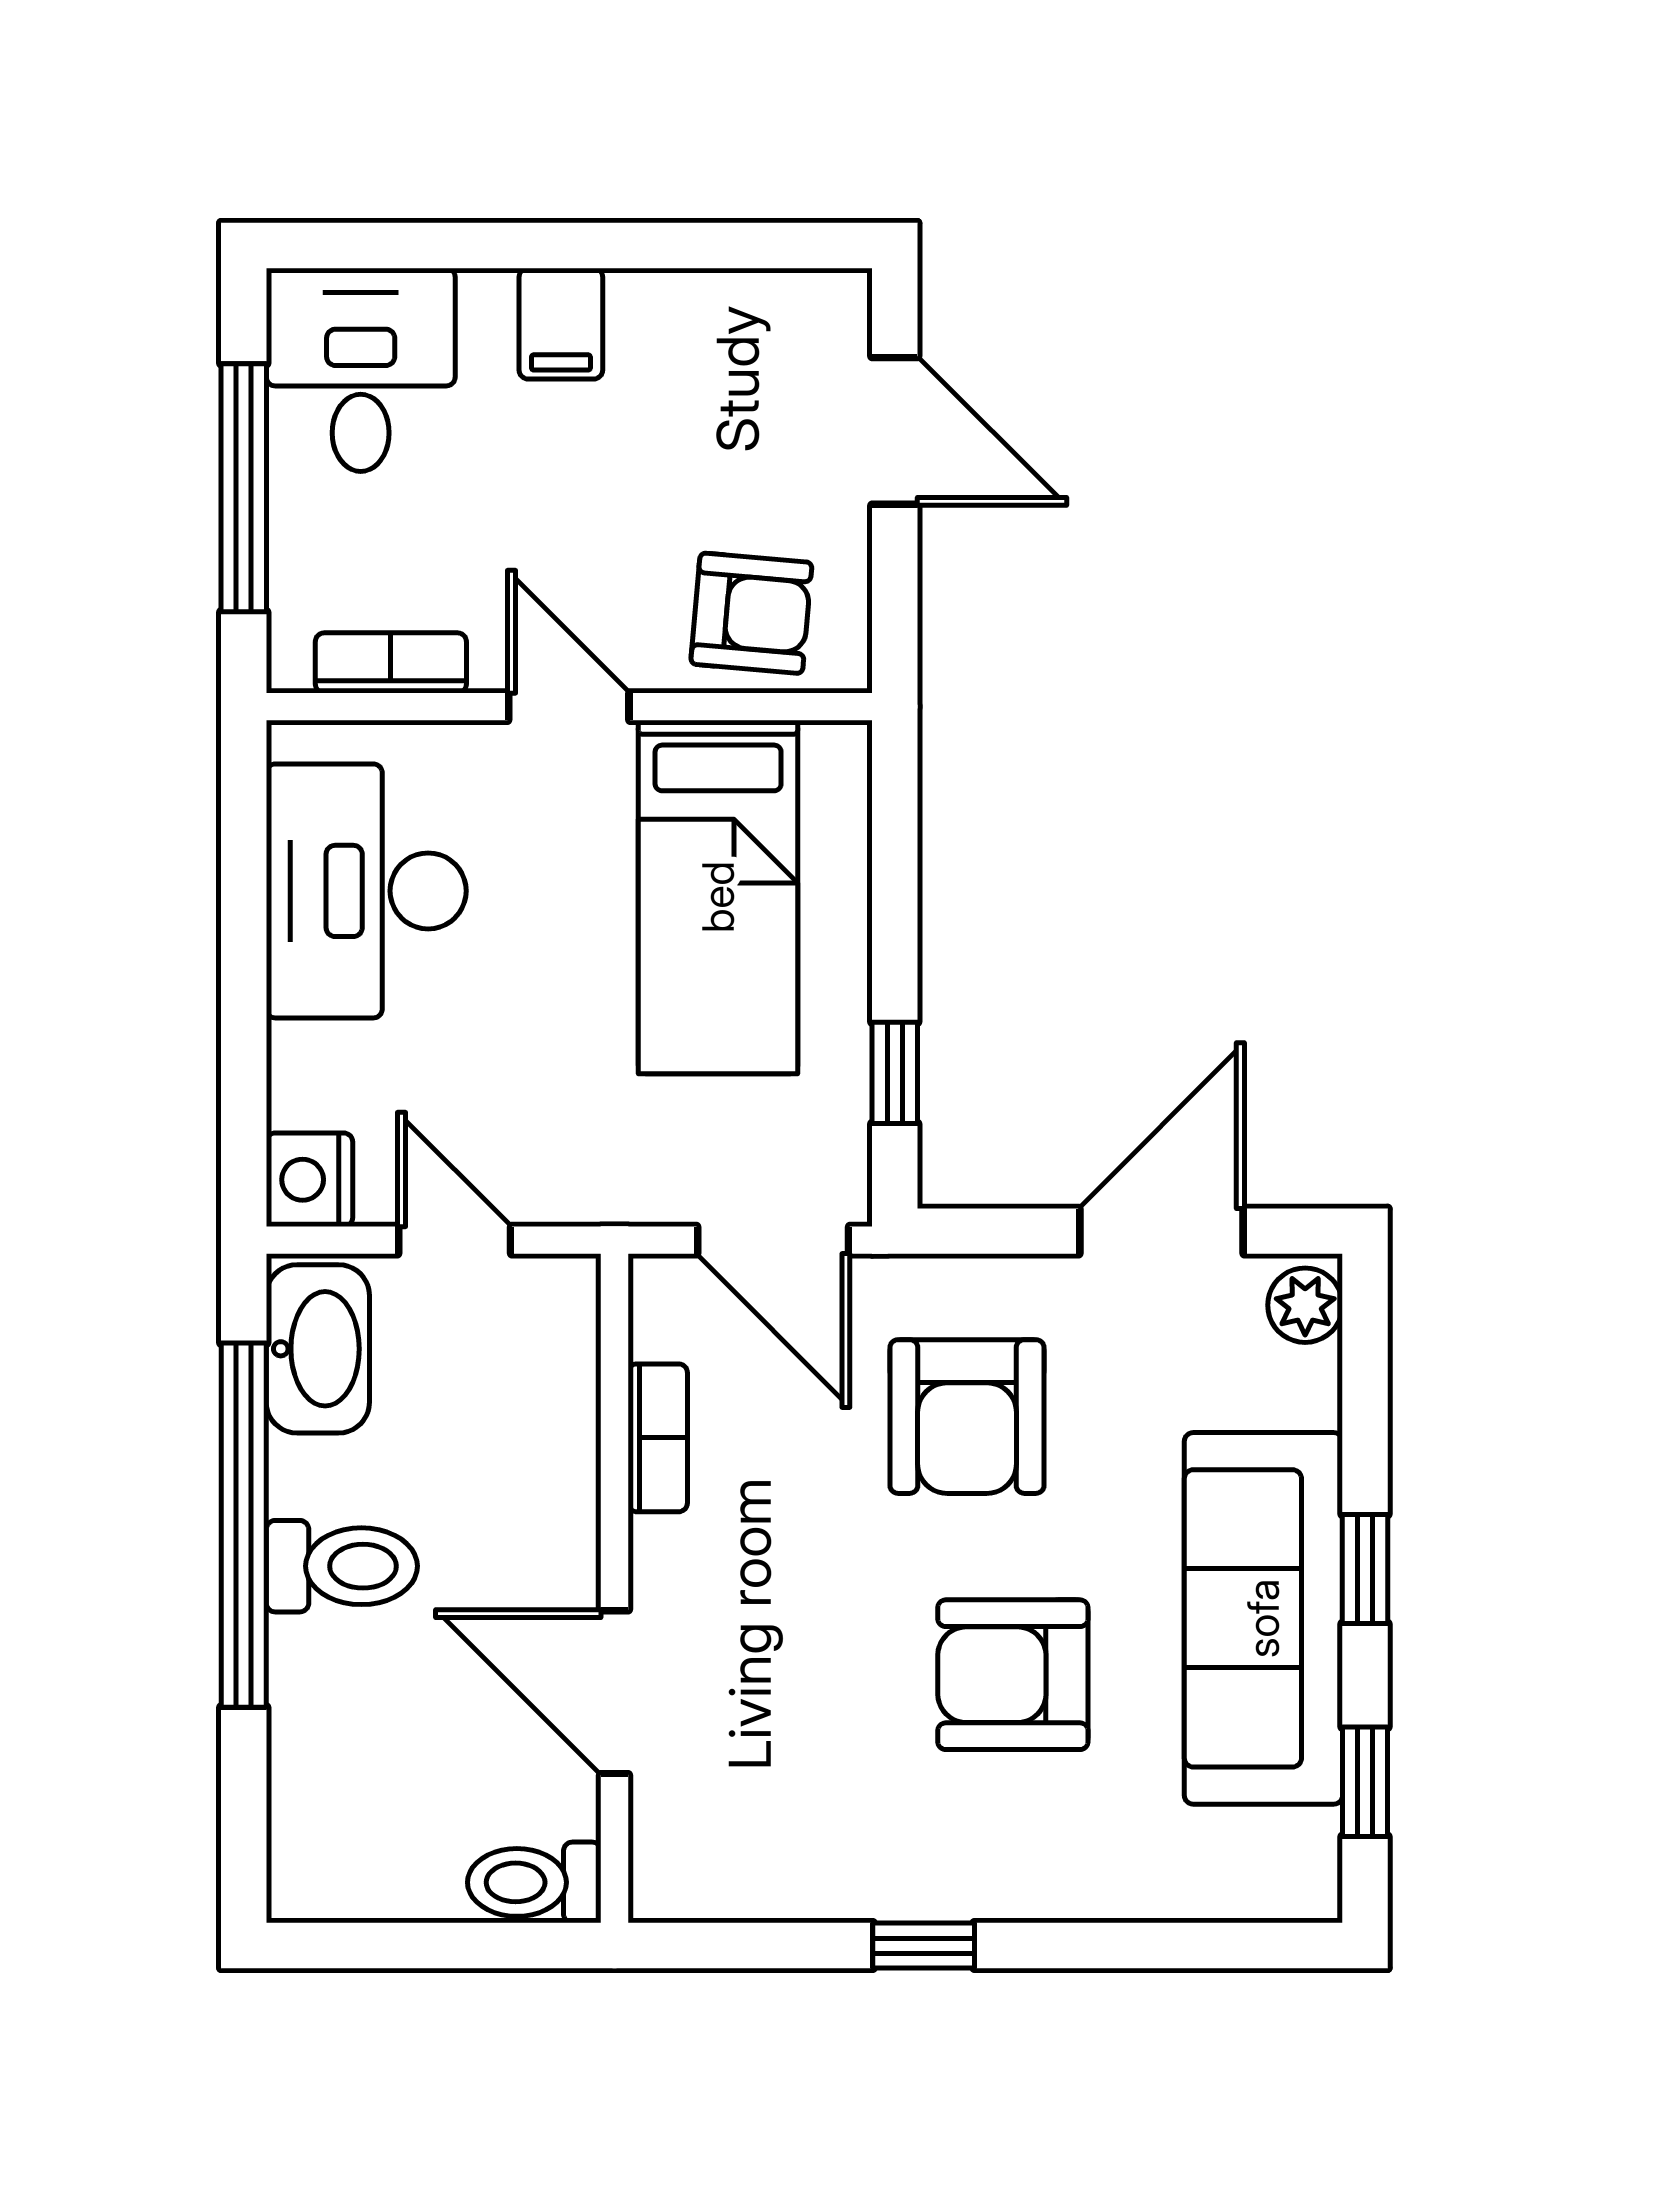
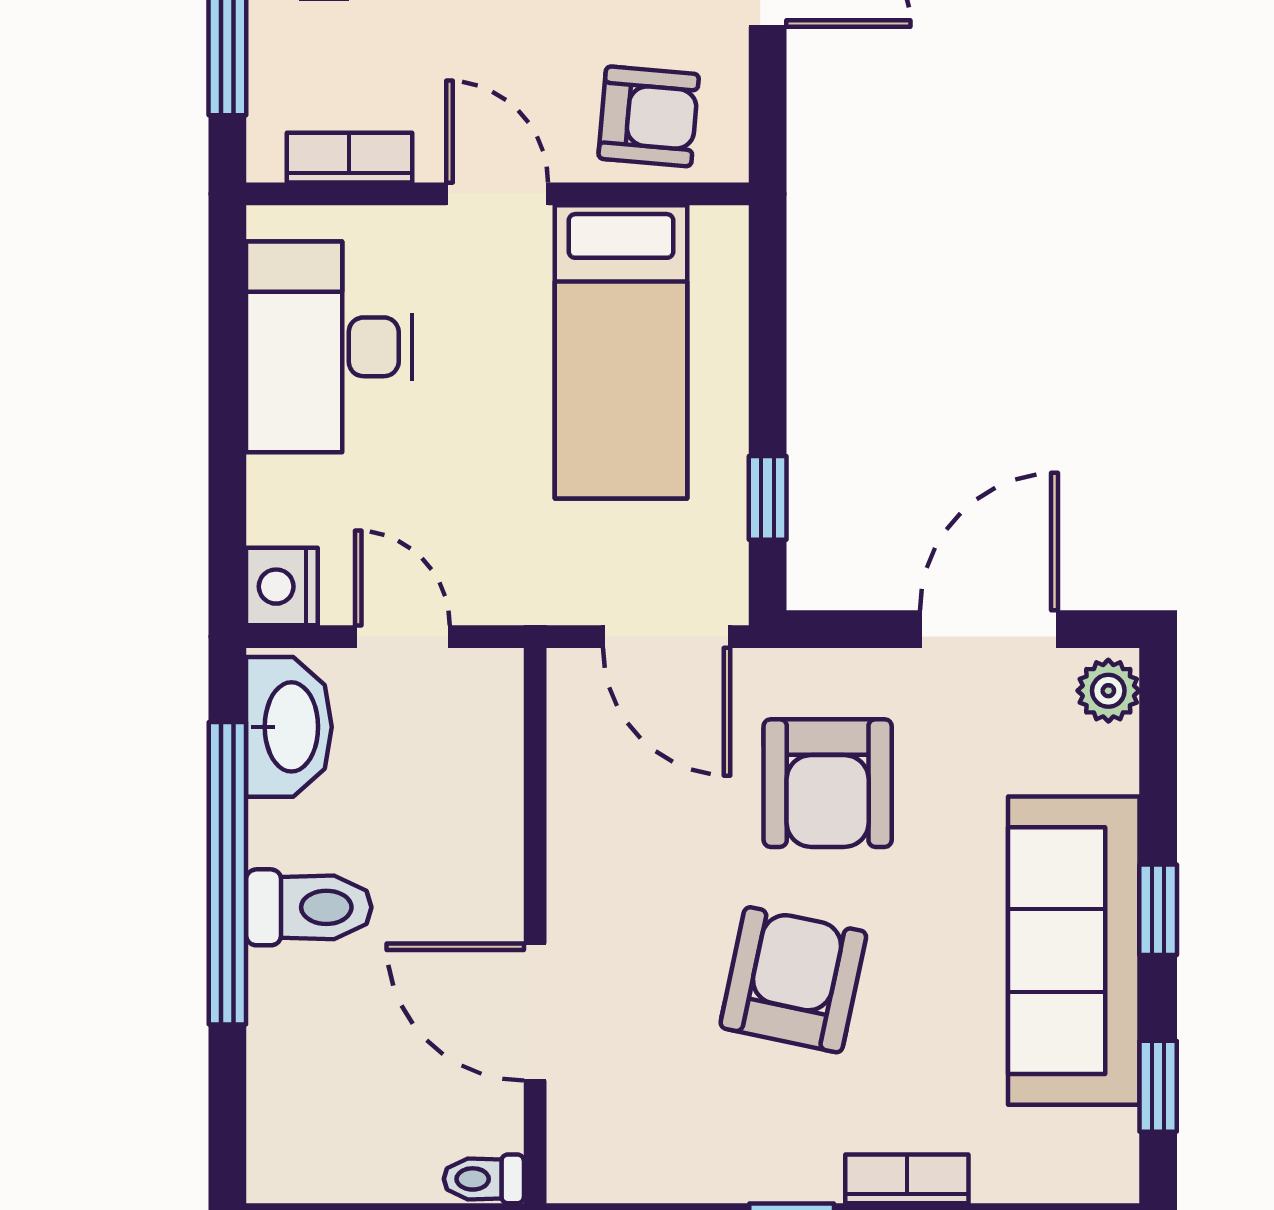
bookcase: (658, 1438) -> (907, 1179), moved, turned -90
armchair: (1013, 1675) -> (793, 980), moved, turned 102
toilet: (534, 1882) -> (484, 1179), width x0.73, depth x0.72

